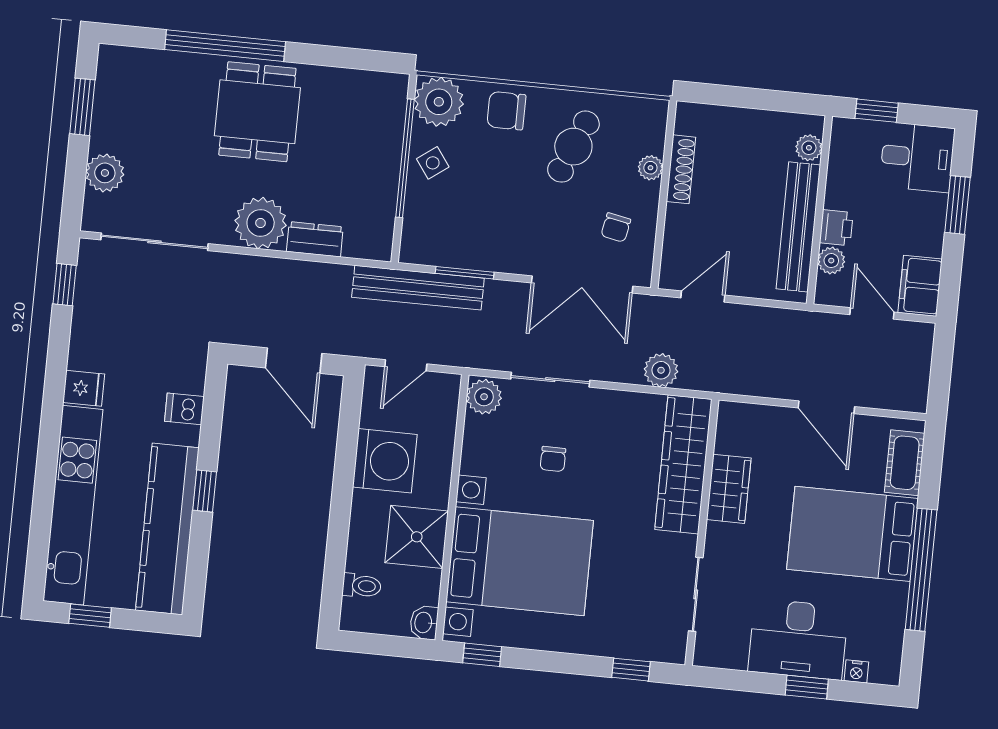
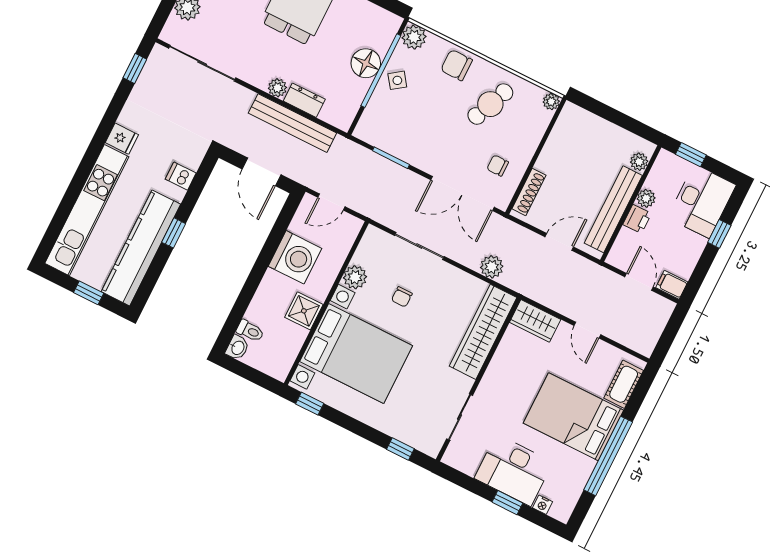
plant: (439, 102) -> (414, 37), width x0.73, depth x0.73
floor lamp: (380, 156) -> (366, 63), added
desk: (917, 157) -> (702, 201), width x1.37
plant: (650, 168) -> (551, 102), moved
shoe rack: (681, 169) -> (529, 192), moved
window: (957, 205) -> (719, 234), width x0.67
plant: (261, 223) -> (277, 88), width x0.53, depth x0.53
chair: (616, 227) -> (498, 166), turned 79
plant: (831, 261) -> (646, 198), moved
filing cabinet: (920, 286) -> (672, 285), width x0.50
bench: (418, 288) -> (292, 123), moved
door: (703, 297) -> (559, 242), moved
plant: (484, 397) -> (355, 277), moved
door: (826, 407) -> (587, 330), width x0.73
wardrobe: (729, 489) -> (535, 321), moved, turned 90
shower: (417, 537) -> (304, 311), width x0.73, depth x0.73
window: (90, 616) -> (89, 293), moved
washbasin: (424, 623) -> (237, 348), moved, turned 180

